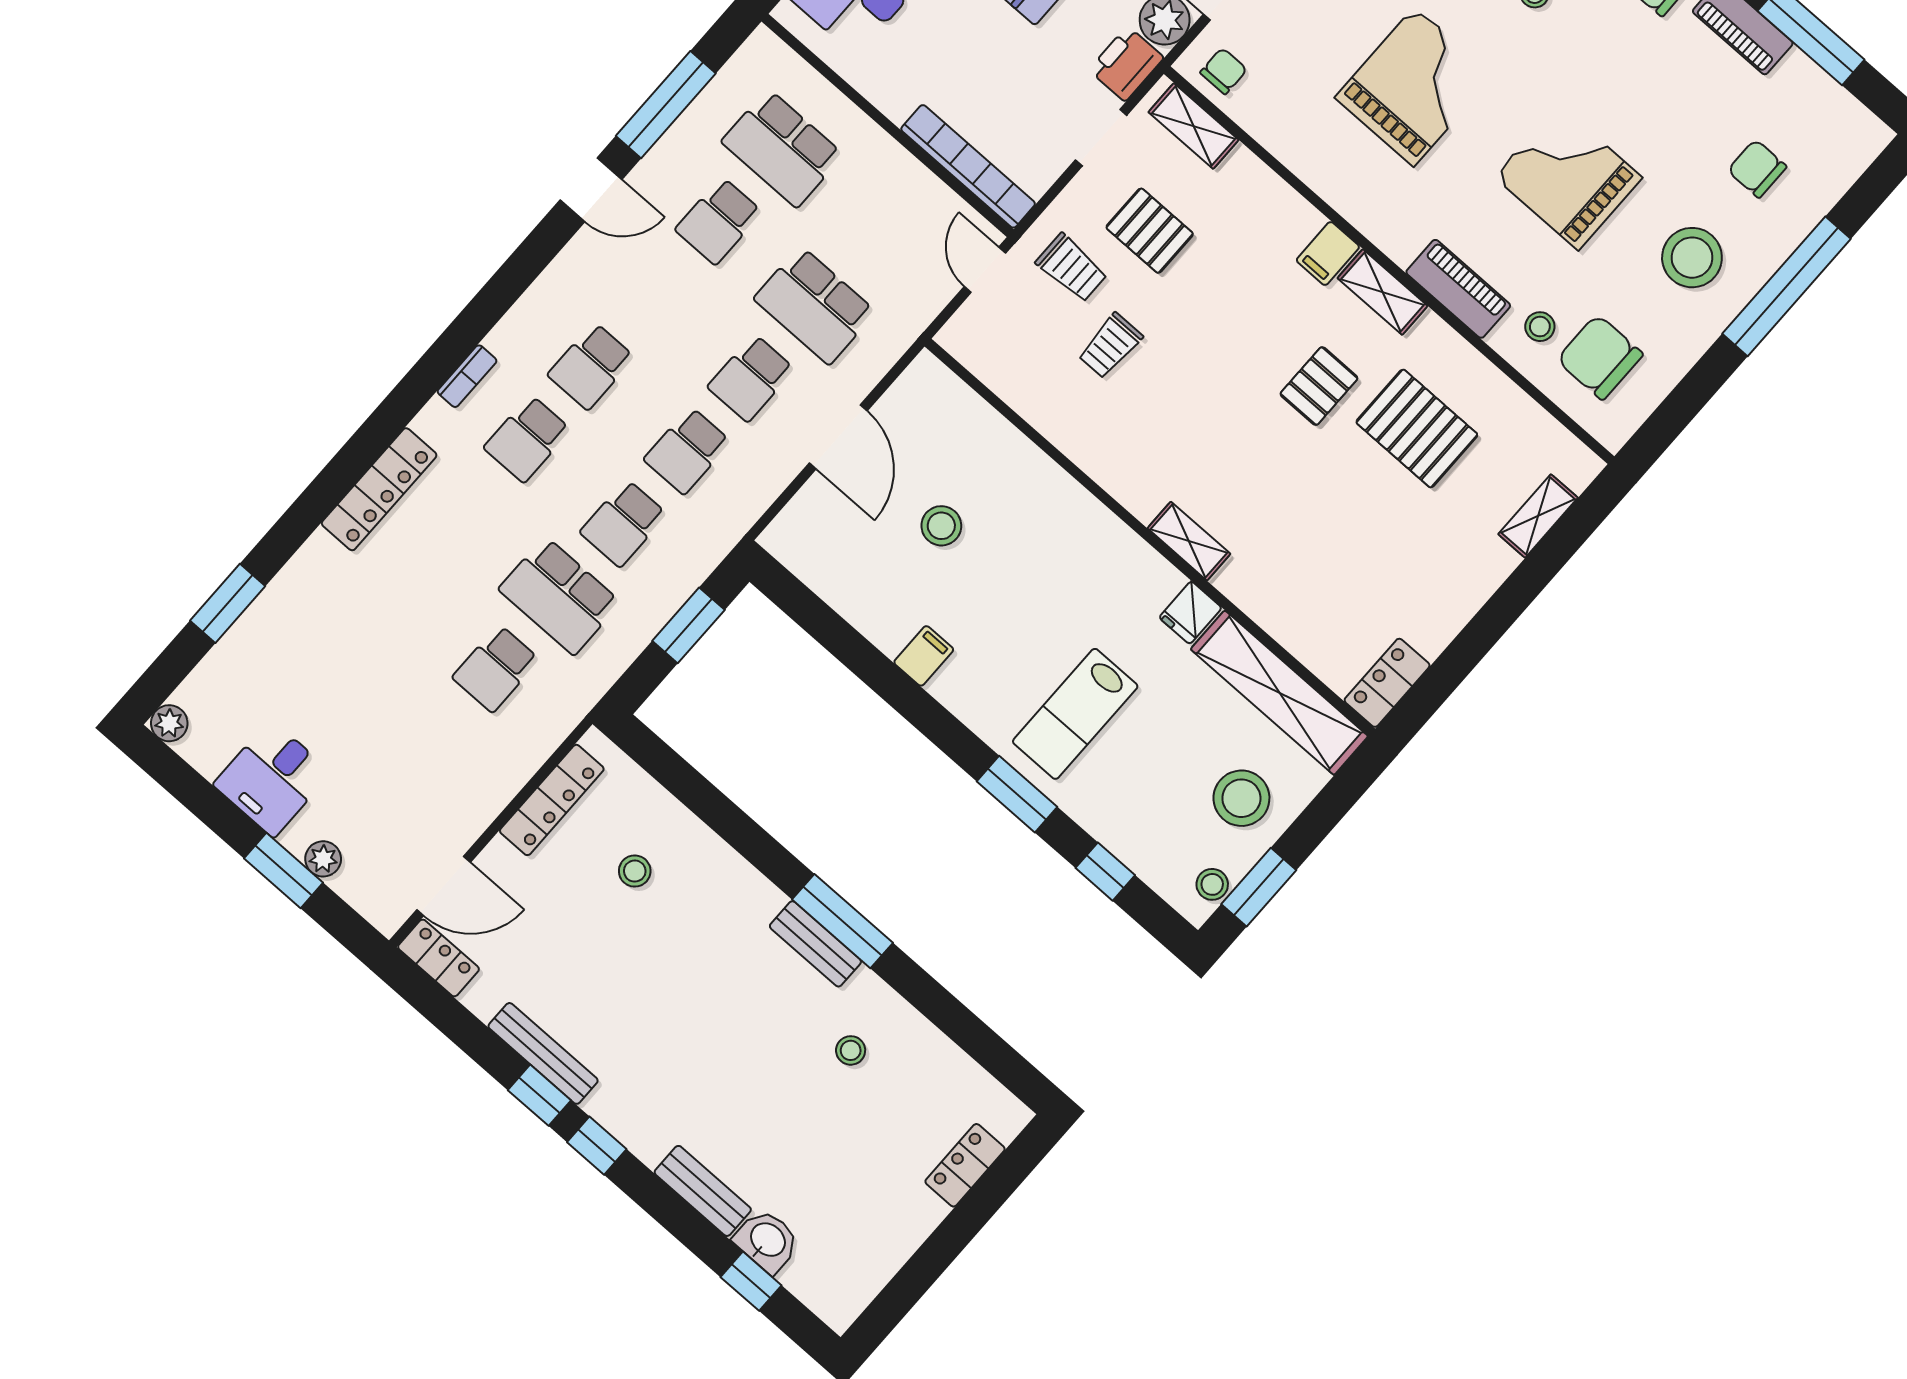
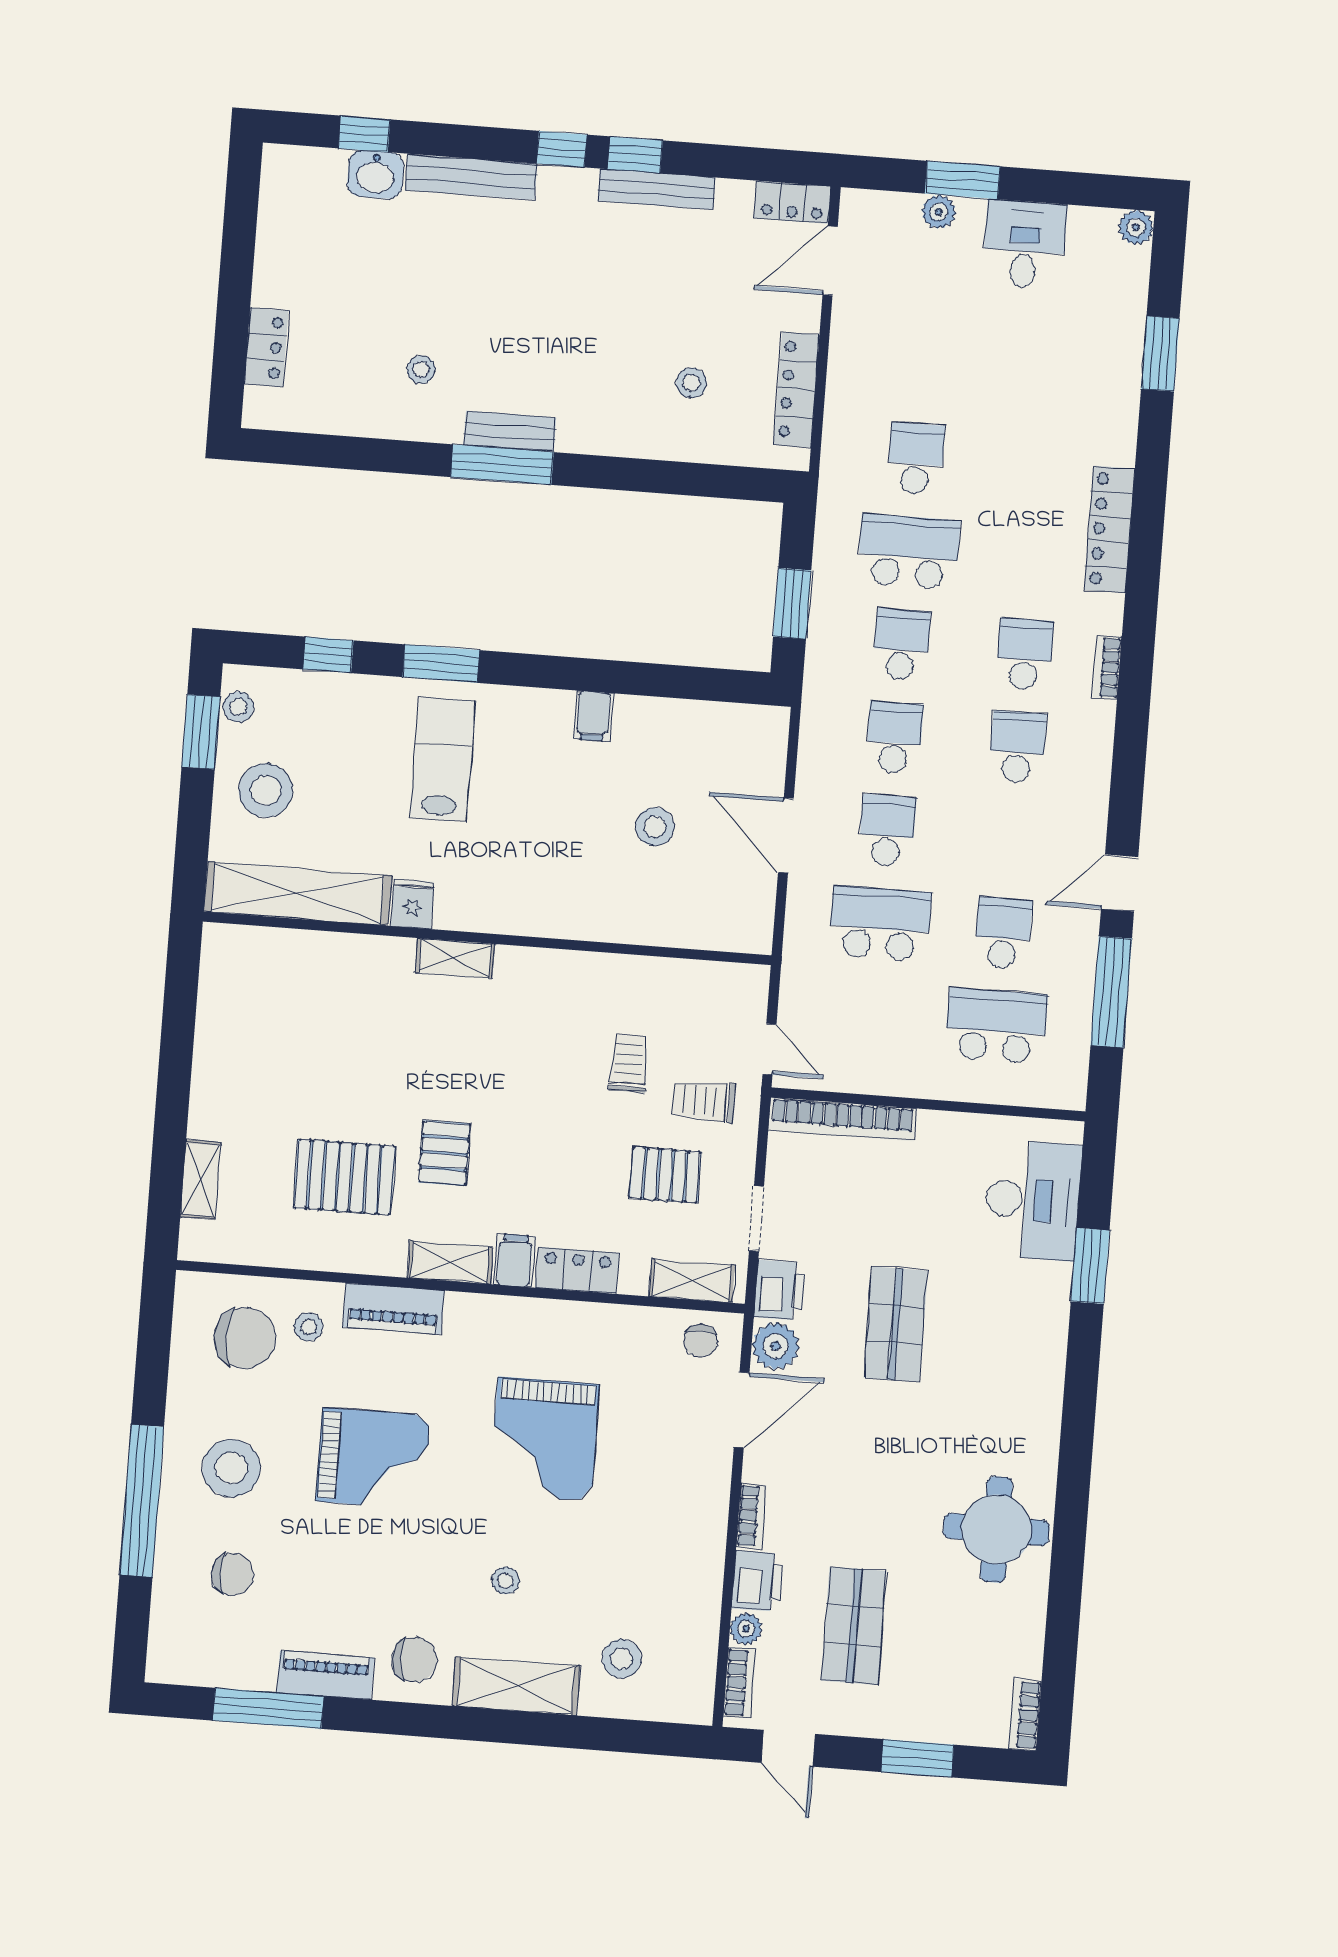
locker: (1387, 683) -> (577, 1270), moved, turned -90
bench: (703, 1191) -> (471, 177), width x1.36

